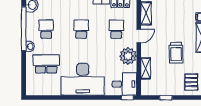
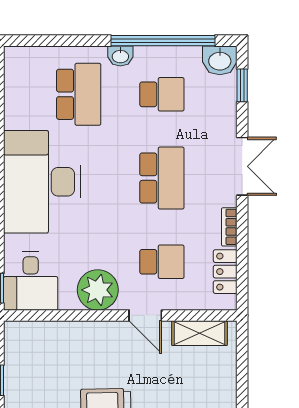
school desk: (81, 29) -> (162, 178), width x1.85
shelving: (146, 68) -> (68, 332), removed

